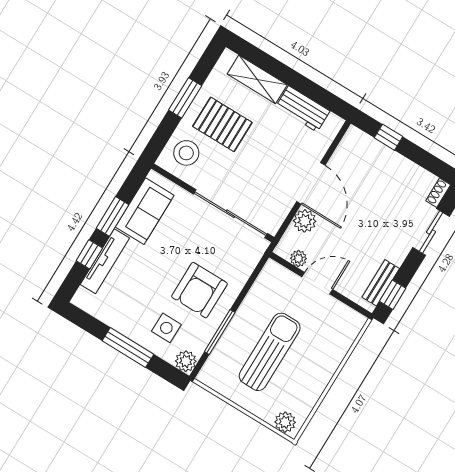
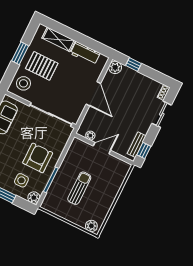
plant: (305, 221) -> (115, 67), moved
armchair: (199, 290) -> (38, 158), turned 180
sun lounger: (270, 352) -> (79, 188), width x0.73, depth x0.75

